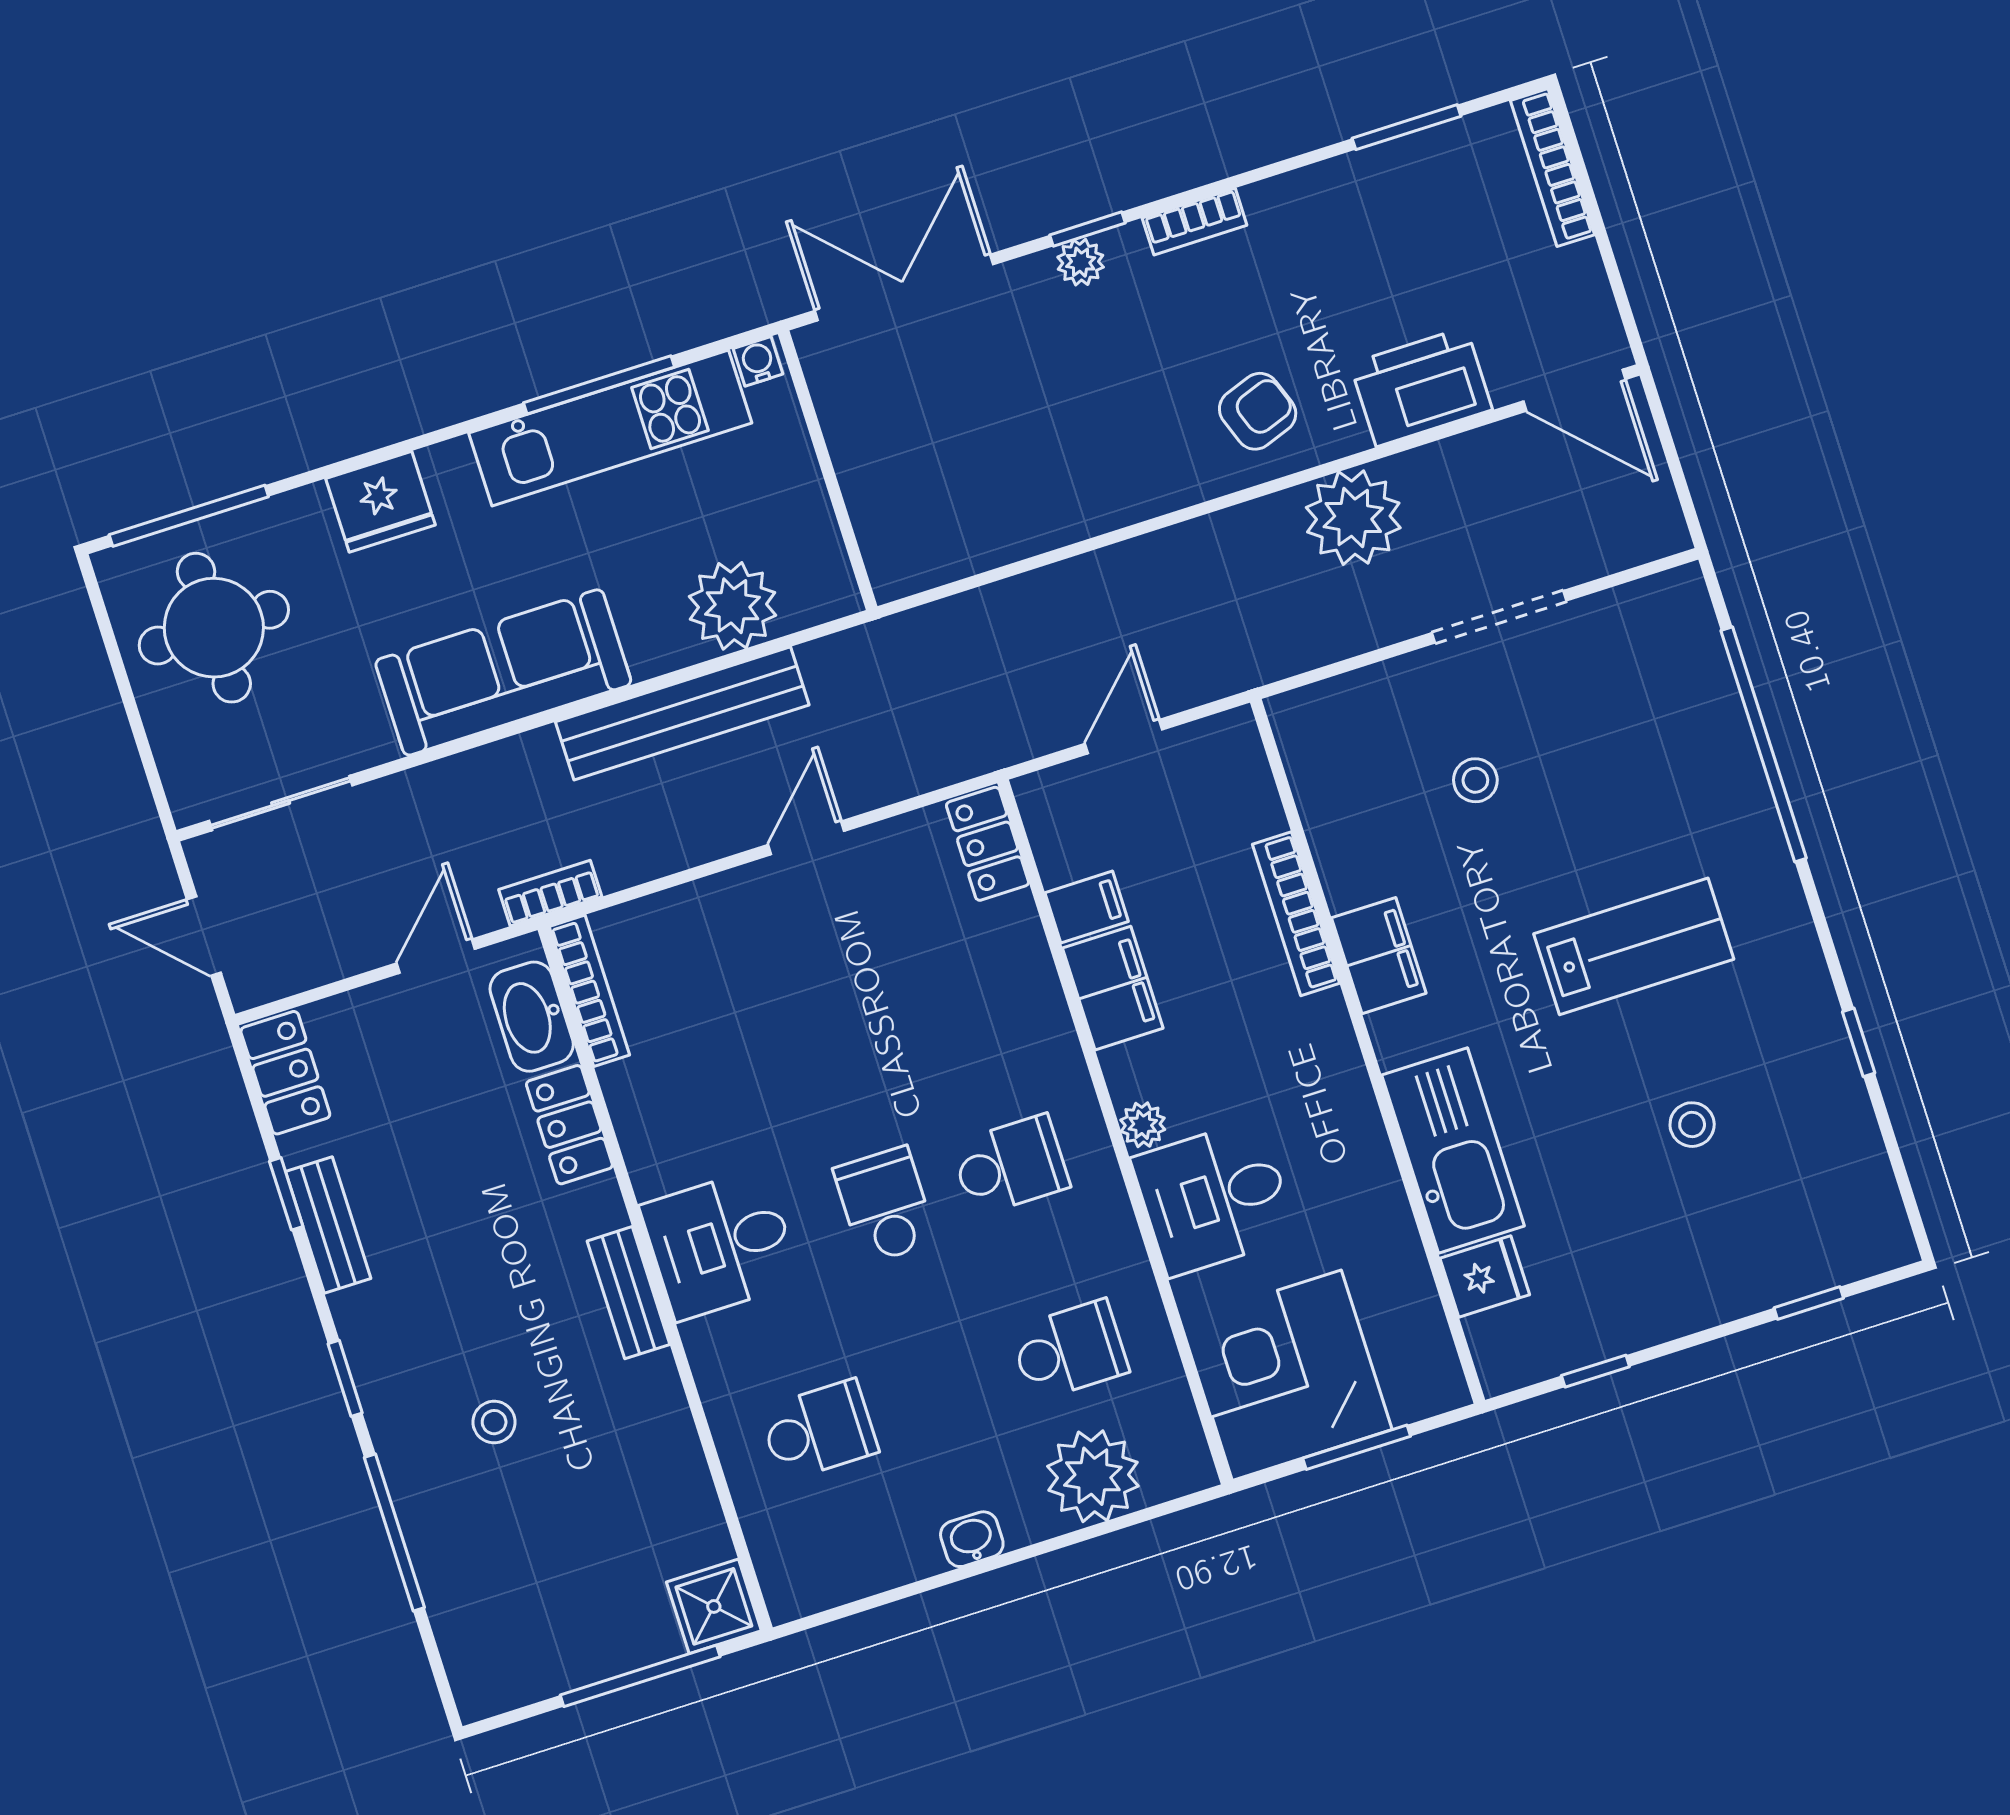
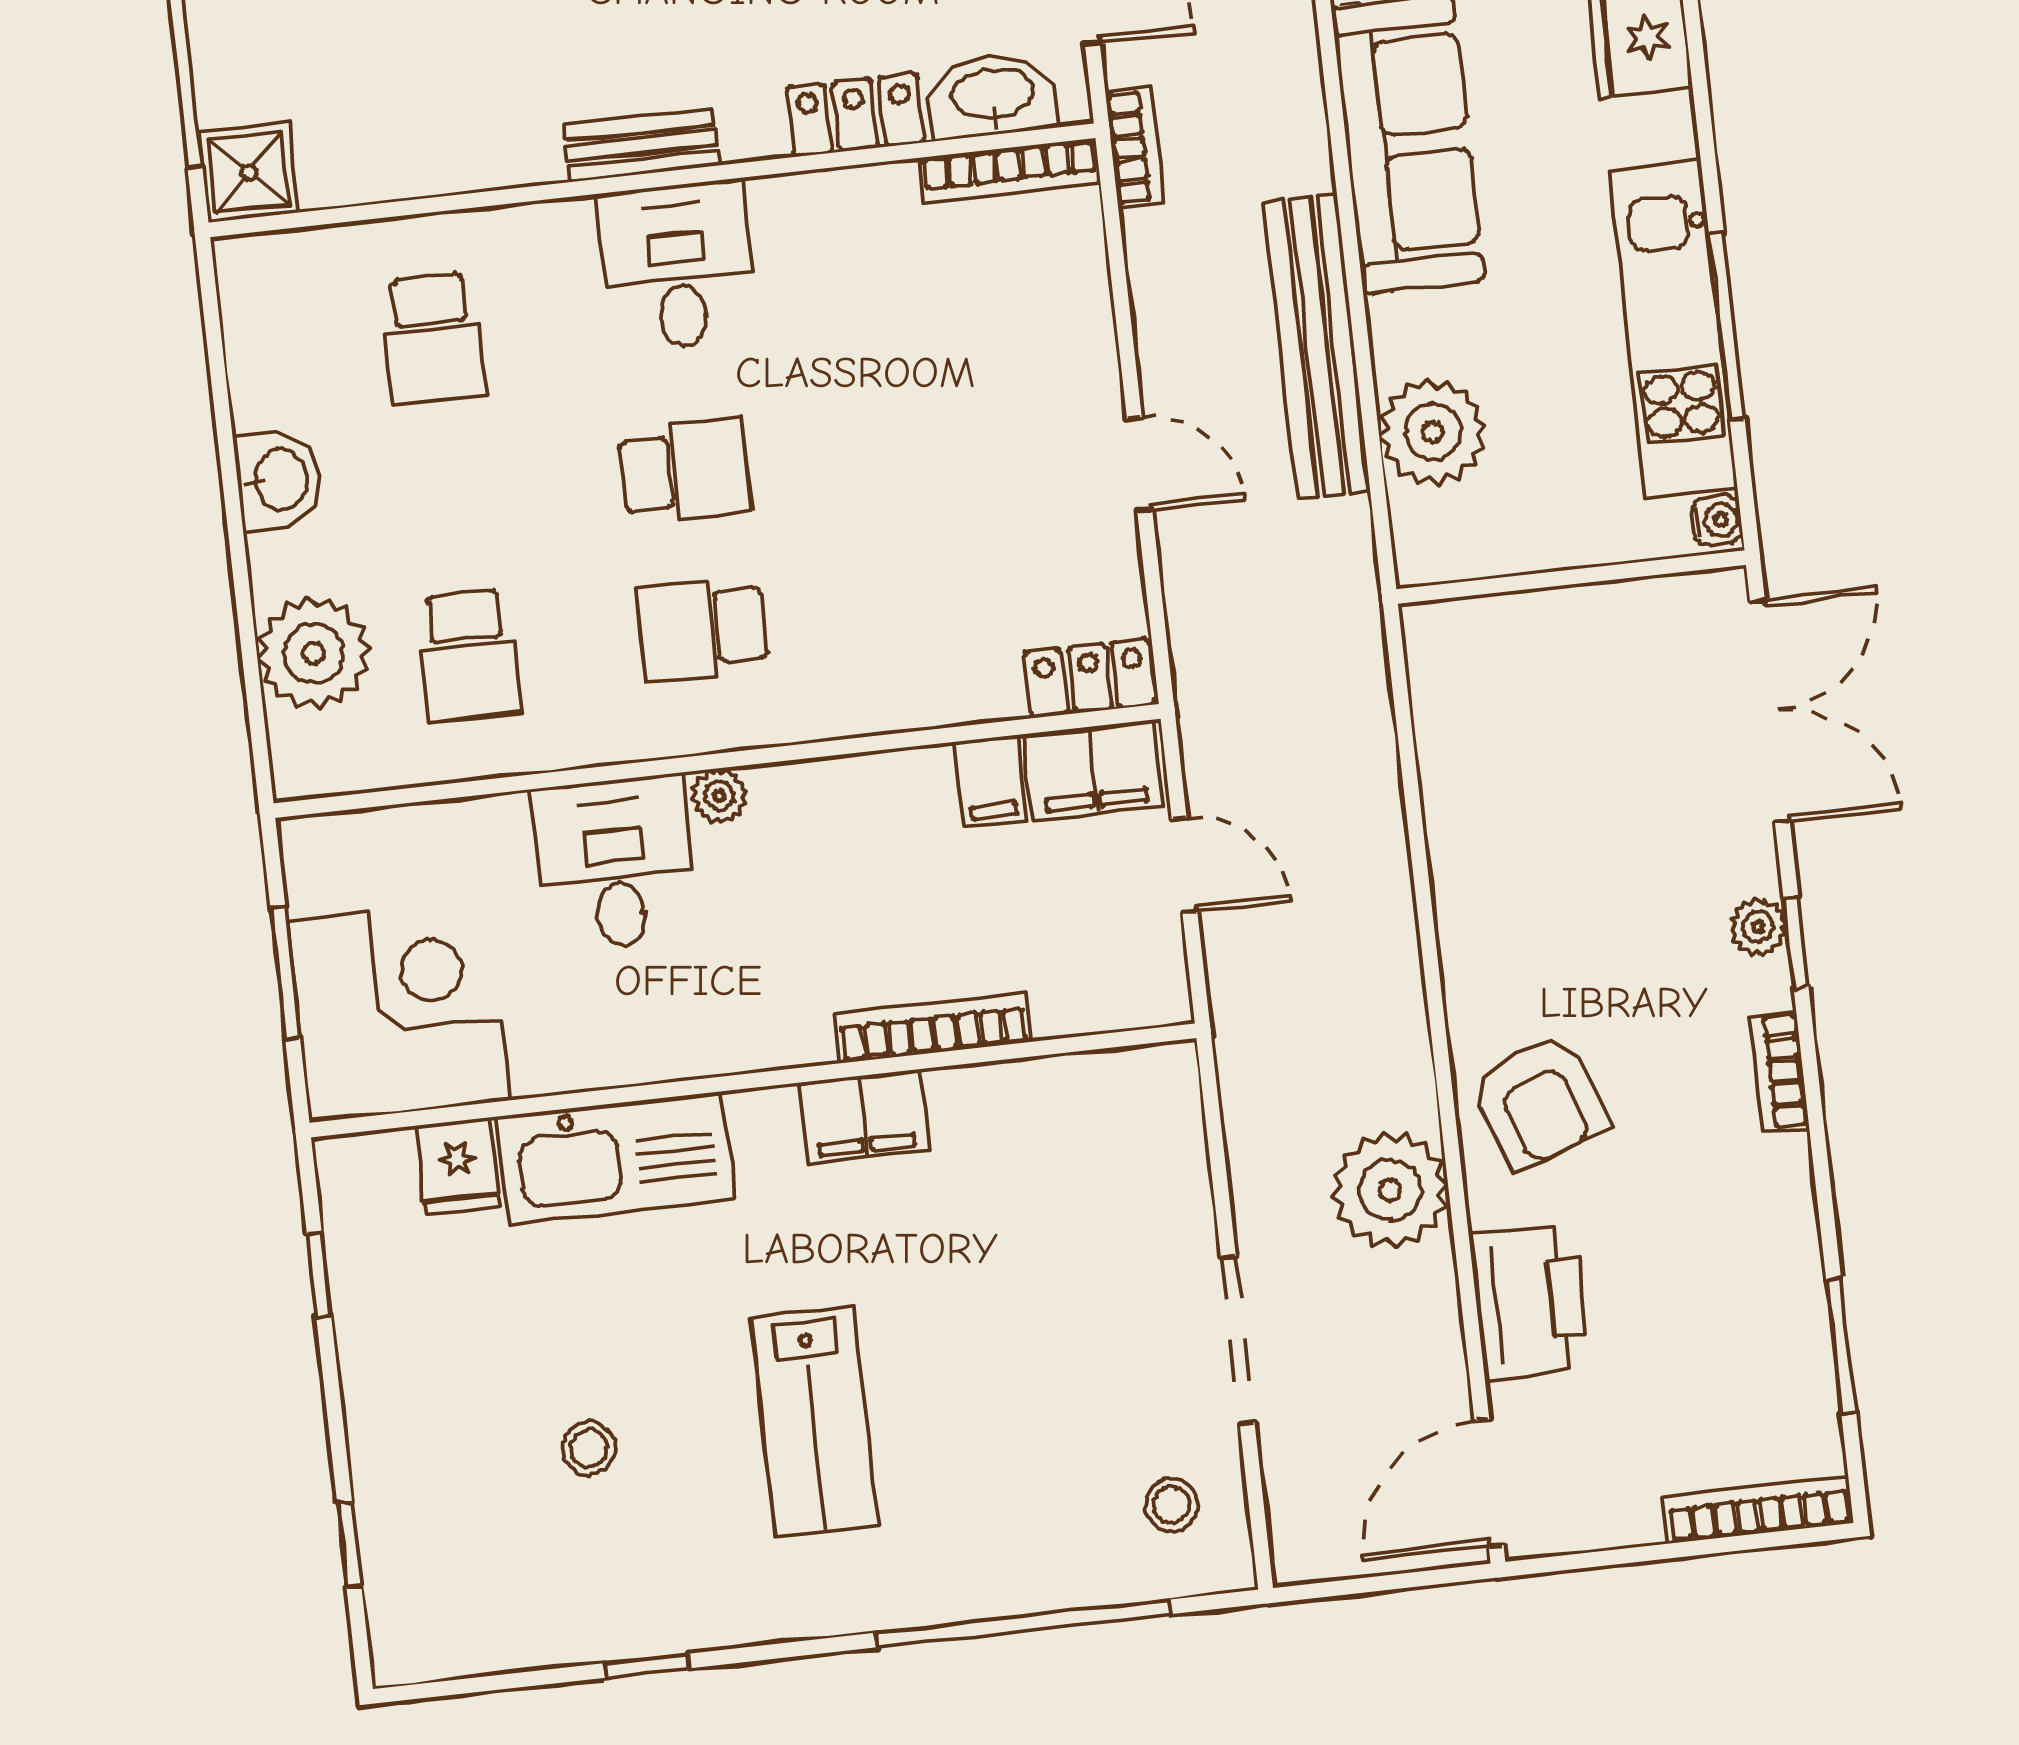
armchair: (1258, 411) -> (1539, 1102), width x1.38, depth x1.38
stool: (1475, 780) -> (1172, 1505), moved
filing cabinet: (1113, 988) -> (1093, 770), moved
school desk: (1010, 1165) -> (702, 629), turned 90
corner desk: (1287, 1375) -> (399, 1011), moved
washbasin: (972, 1539) -> (279, 480), width x1.38, depth x1.45

